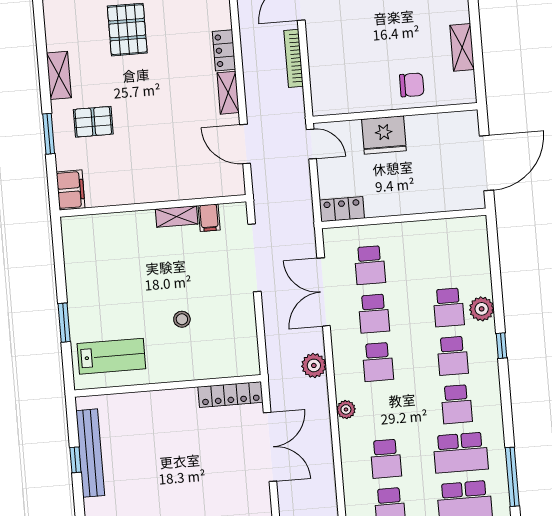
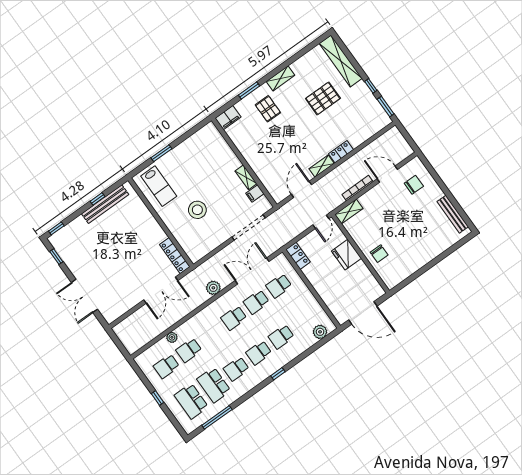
shelving: (462, 47) -> (349, 211), moved
plant: (482, 309) -> (320, 332), moved
stool: (182, 319) -> (197, 210), width x1.89, depth x1.89
plant: (346, 409) -> (172, 337), moved

